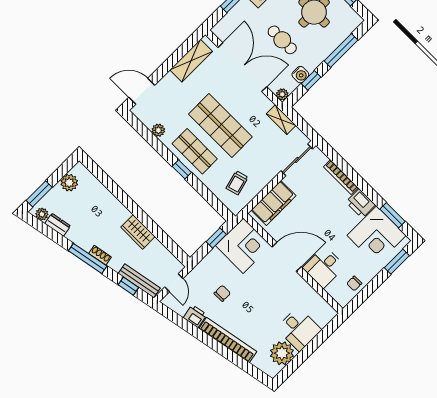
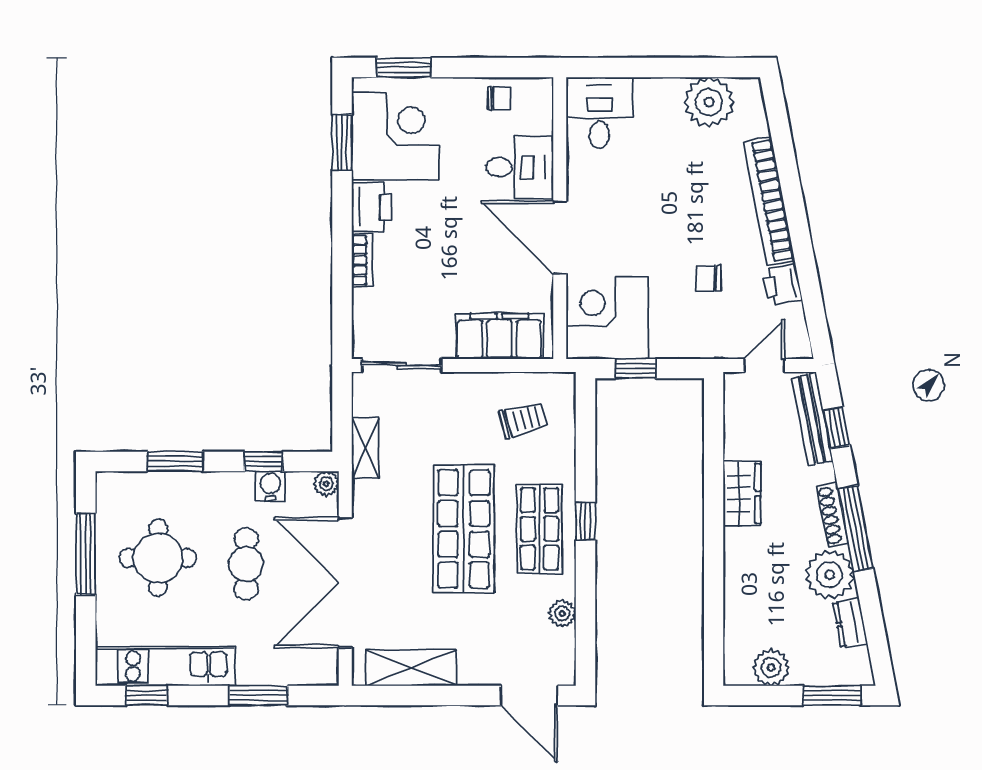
window: (341, 51) -> (175, 462), width x0.69
bookcase: (341, 177) -> (362, 260), width x0.64
plant: (42, 214) -> (830, 575), moved, width x1.88, depth x1.88
shoe rack: (100, 255) -> (833, 515), width x1.43
desk: (299, 329) -> (599, 113), moved

